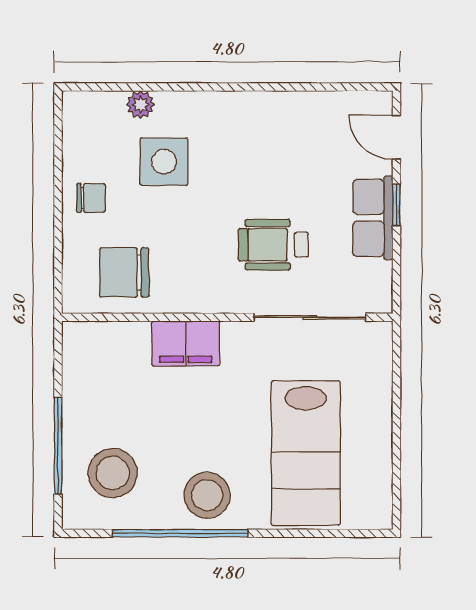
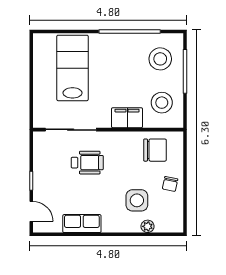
chair: (91, 198) -> (170, 184), turned -78
row of seats: (373, 218) -> (82, 224), moved, turned -90
stool: (207, 495) -> (162, 103), moved

